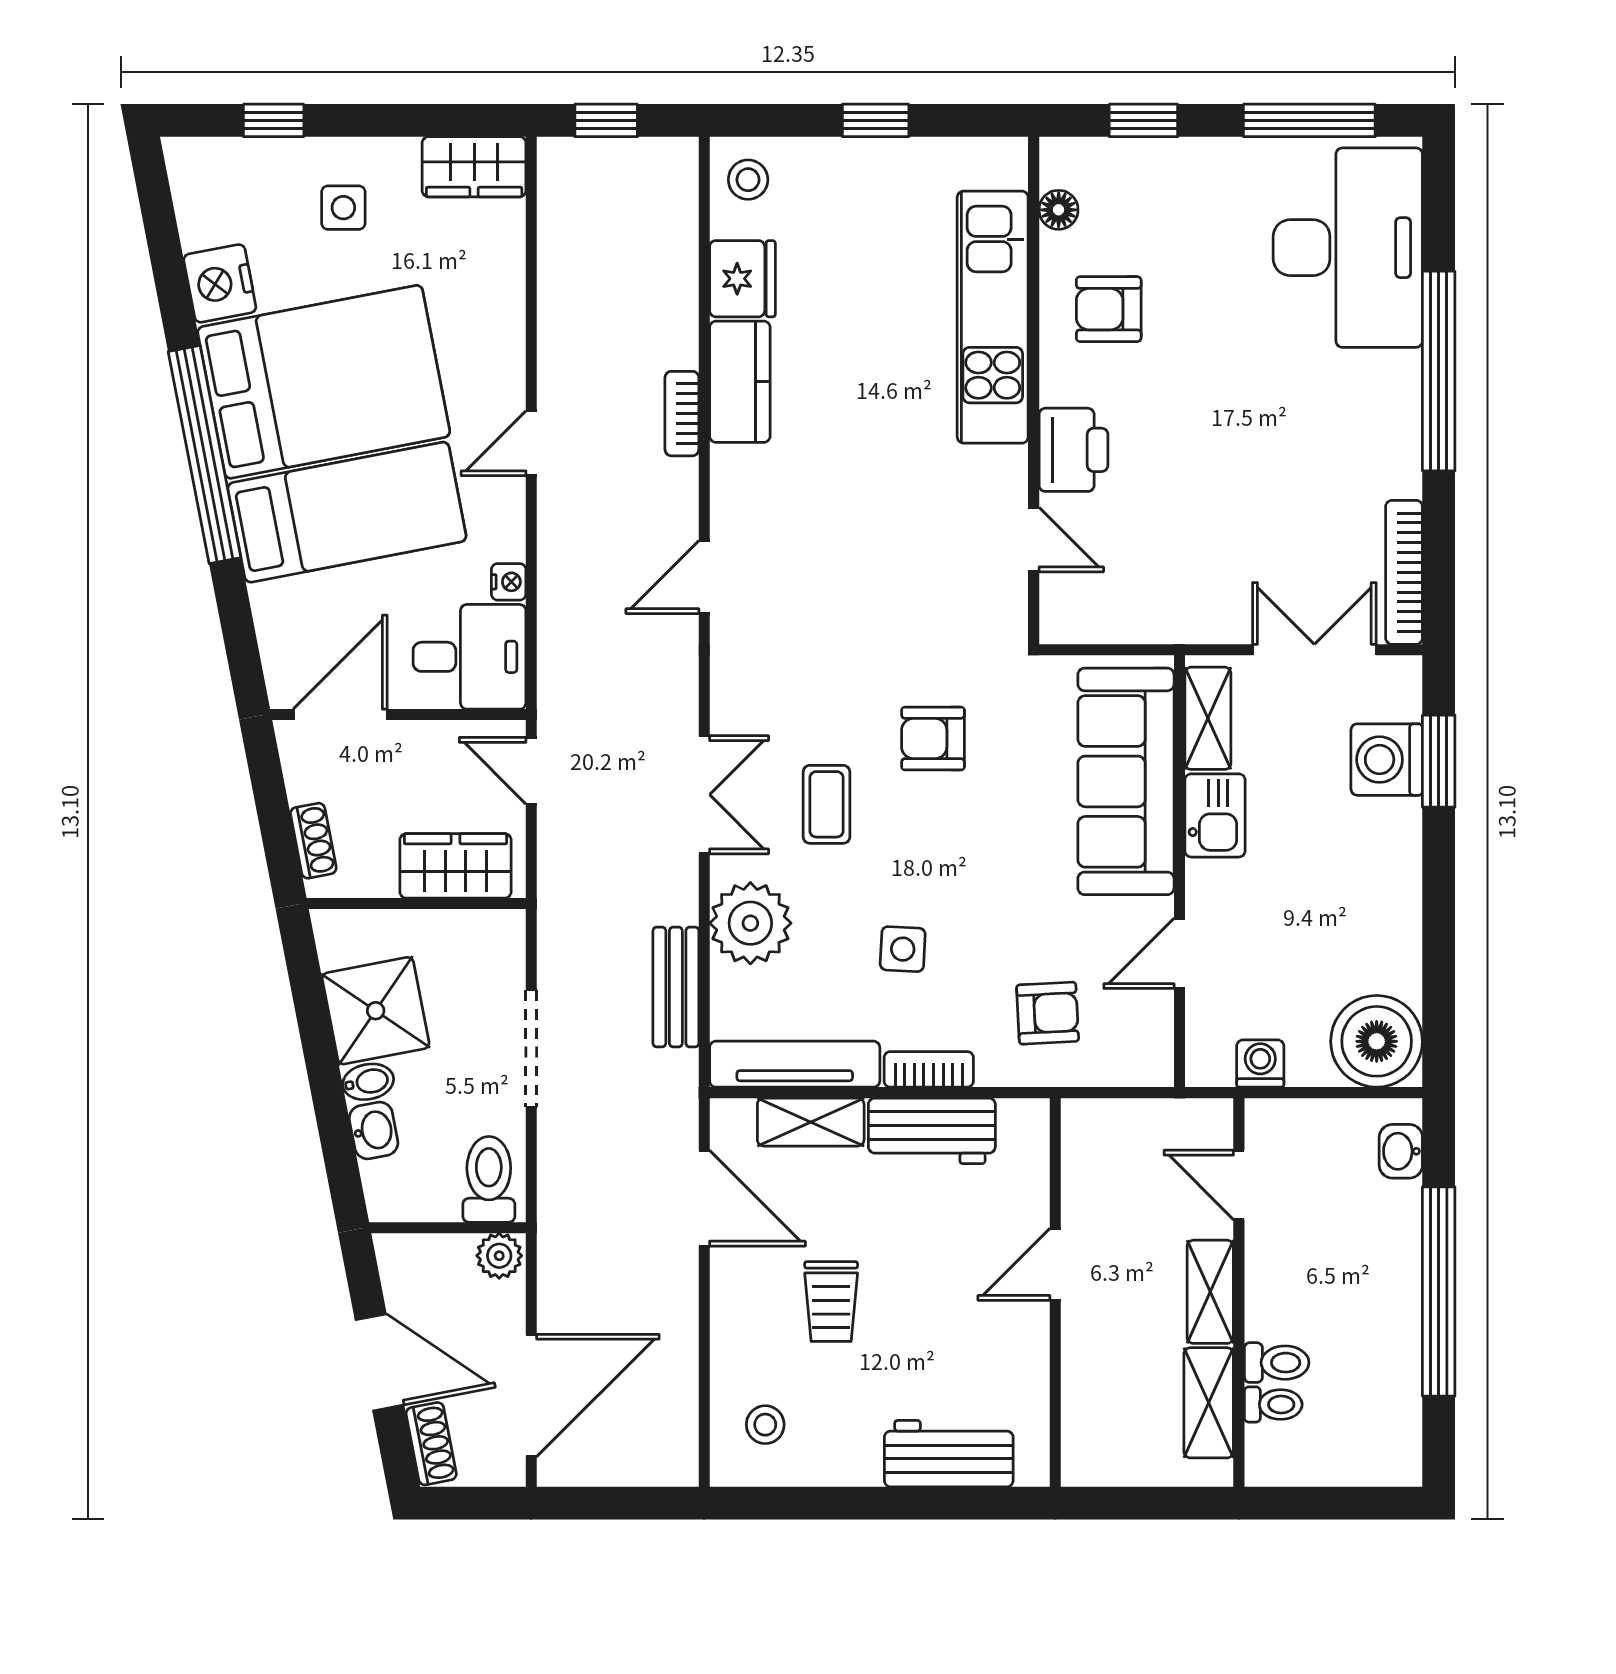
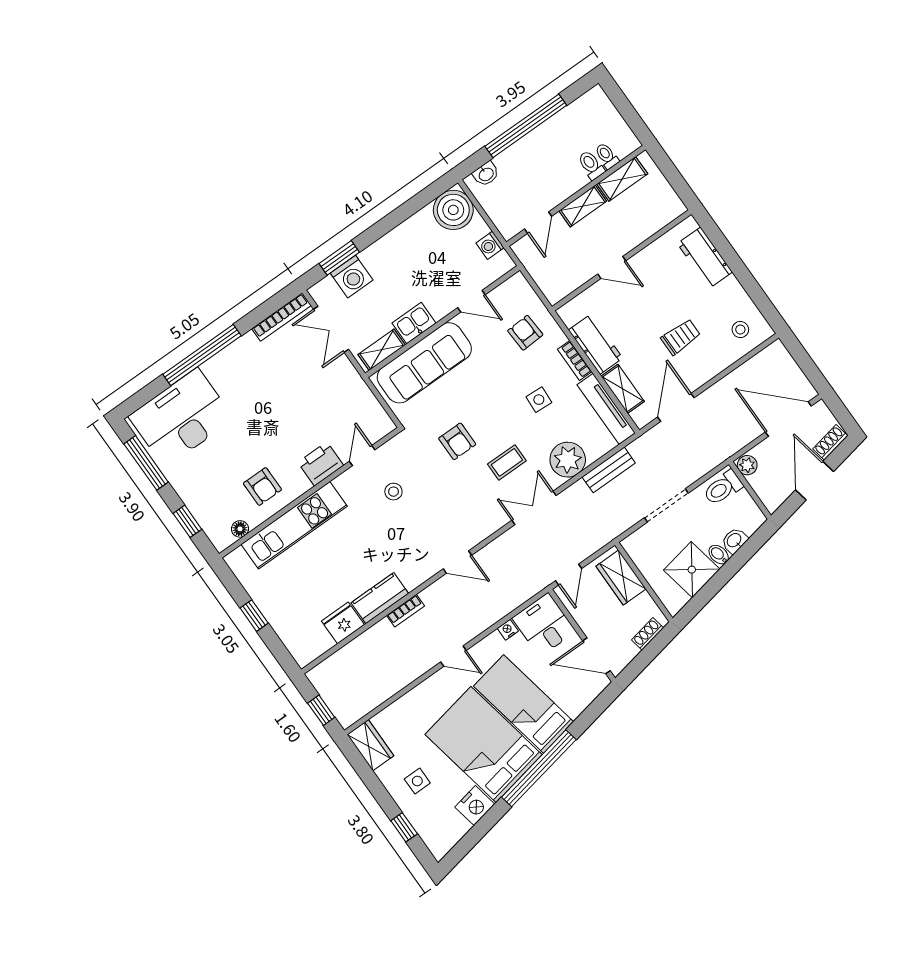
stool: (748, 180) -> (393, 492), moved

